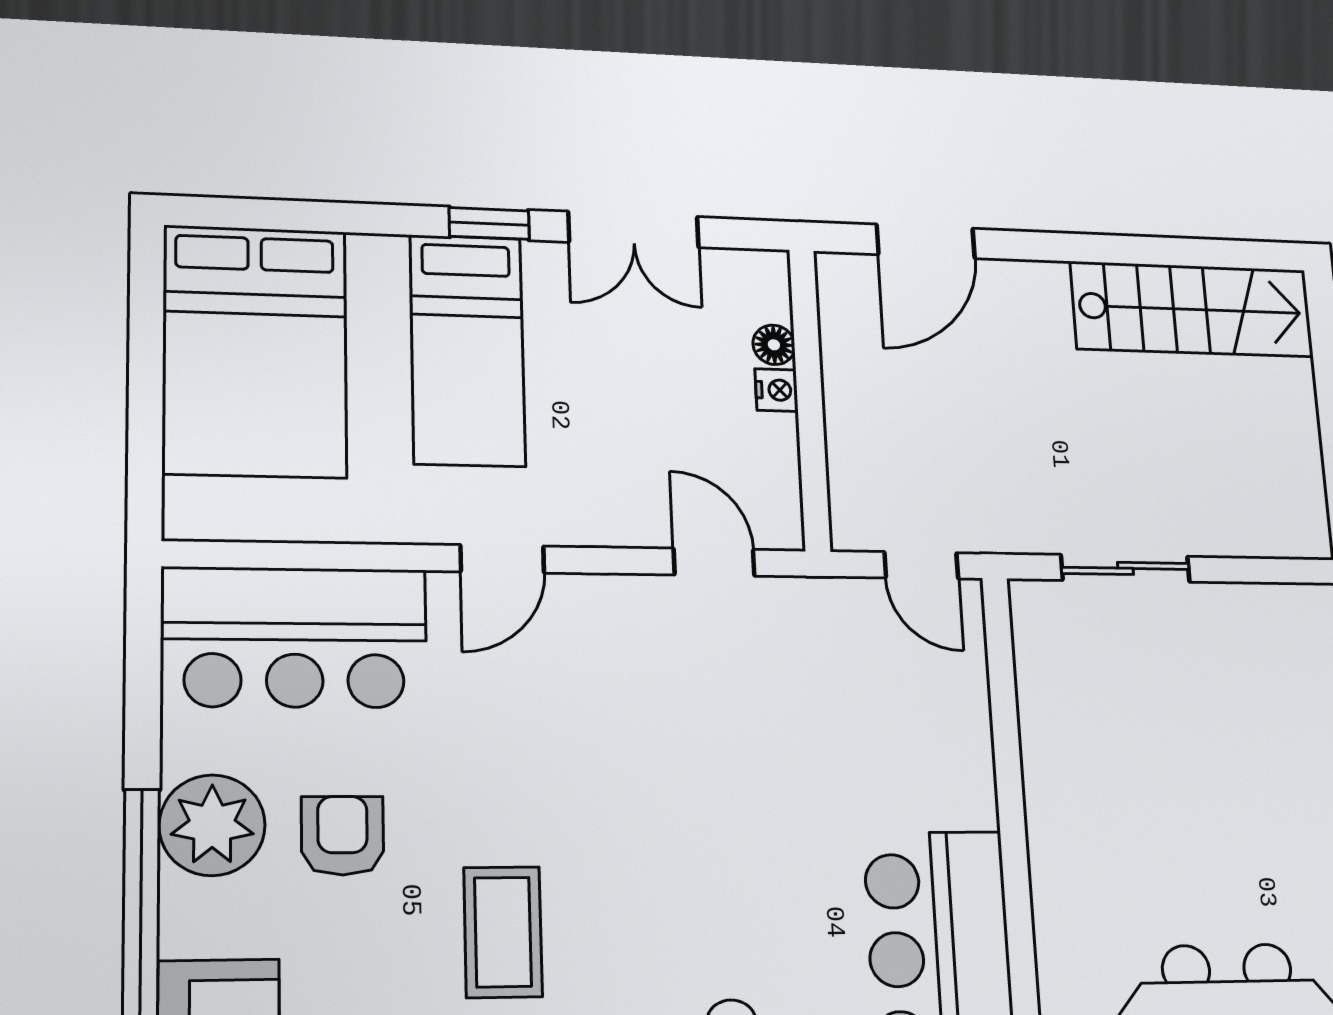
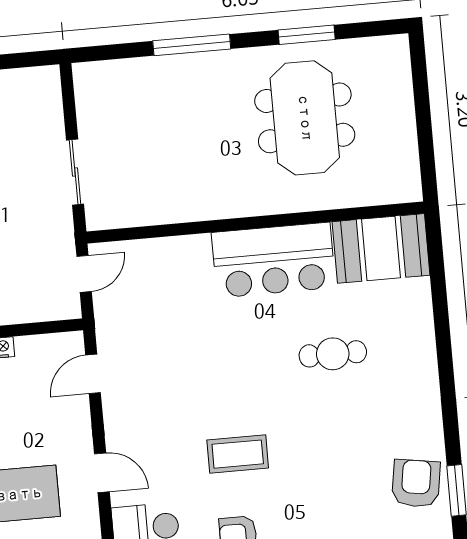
coffee table: (503, 932) -> (238, 454), moved

